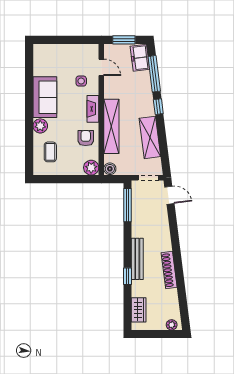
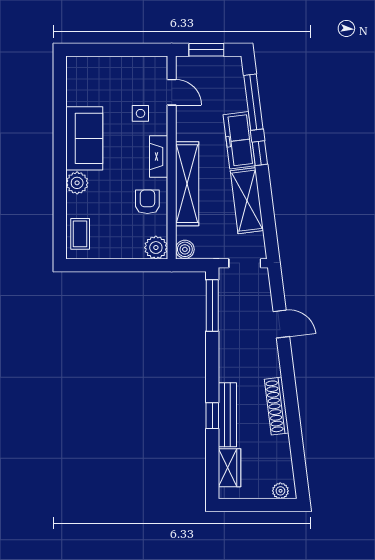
freezer: (140, 58) -> (239, 140), moved, width x1.40
coffee table: (50, 152) -> (80, 234), moved
door: (169, 195) -> (281, 324), moved
bench: (137, 259) -> (227, 415), moved

